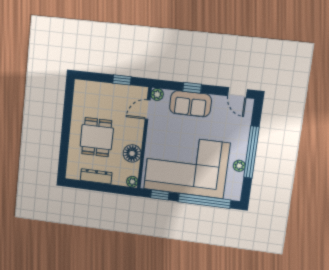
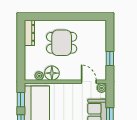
dresser: (96, 176) -> (29, 33), moved
plant: (132, 182) -> (39, 76), moved

